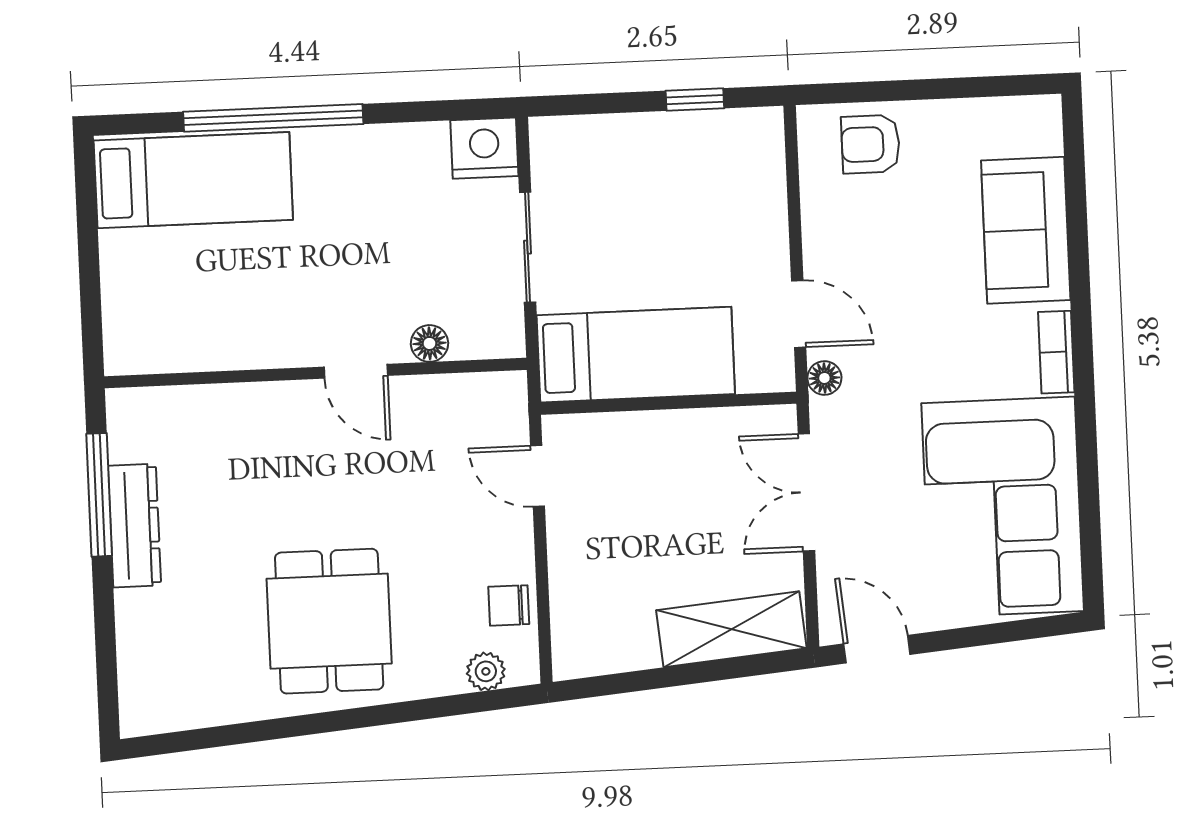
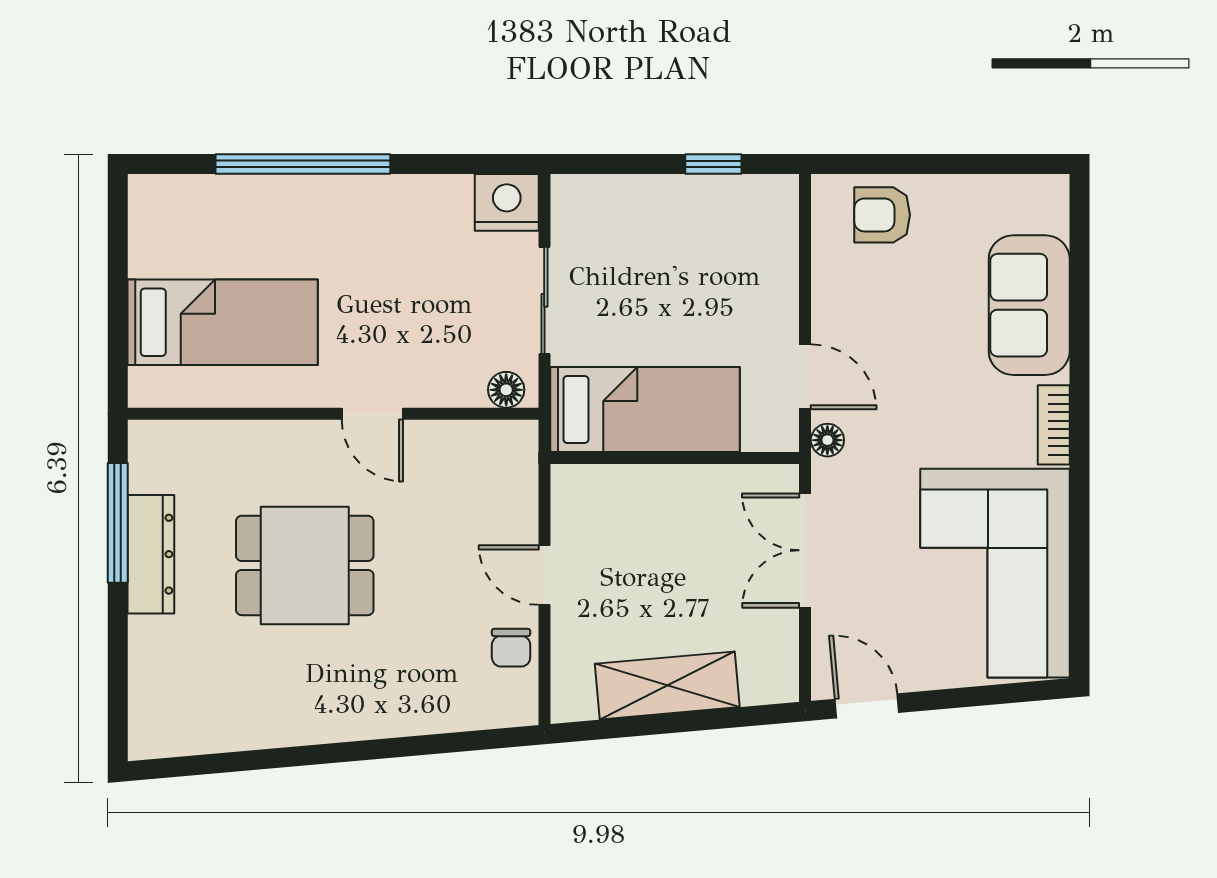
bed: (193, 180) -> (223, 322), moved
floor lamp: (430, 343) -> (506, 390), moved
door: (538, 476) -> (544, 575), moved
chair: (509, 605) -> (511, 648), turned -90
dining table: (329, 621) -> (305, 565), moved, turned 90
shelving: (731, 629) -> (667, 685), moved
plant: (486, 671) -> (486, 711), removed

